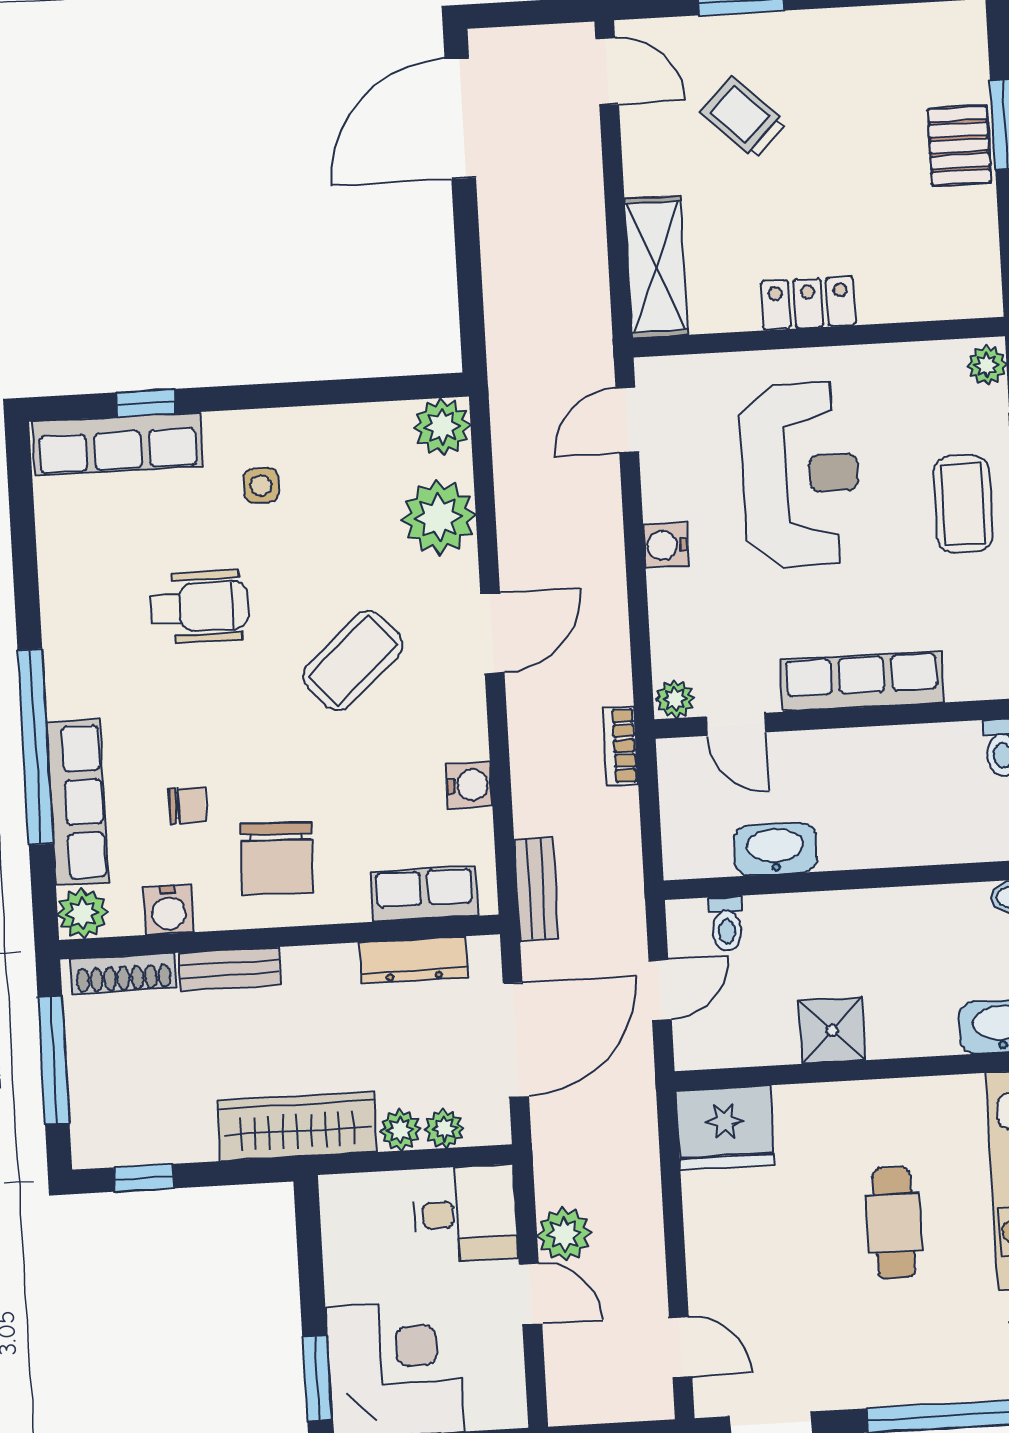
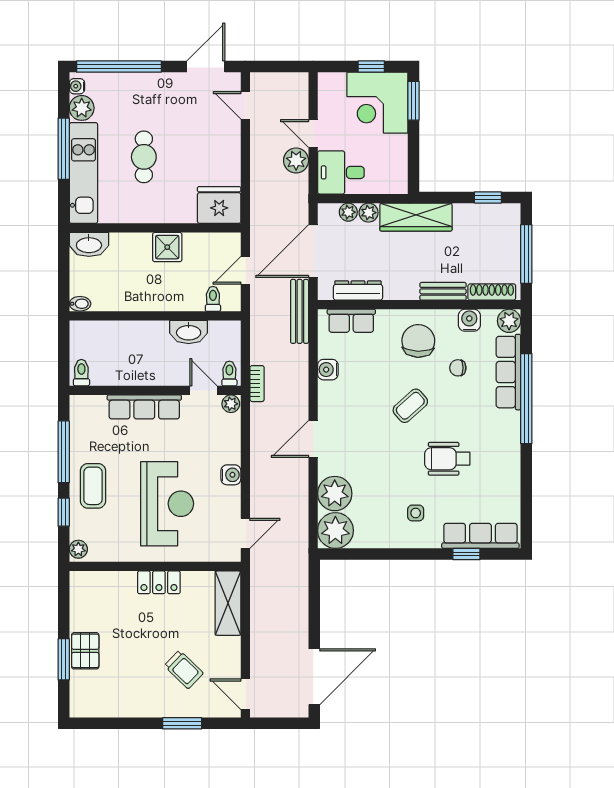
plant: (442, 427) -> (335, 530), width x1.36, depth x1.36
reception desk: (800, 474) -> (167, 504), turned 180
coffee table: (353, 660) -> (410, 406), moved, width x0.73, depth x0.77
toilet: (682, 764) -> (229, 373), added
bench: (536, 889) -> (300, 311), width x1.36

